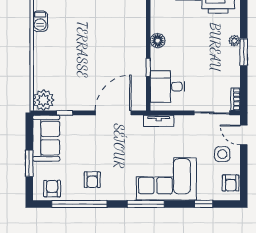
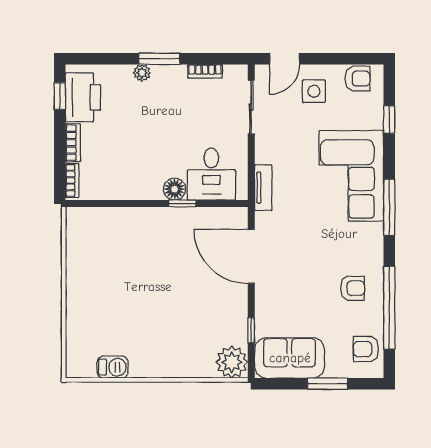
floor lamp: (158, 41) -> (175, 189), moved
bookcase: (235, 99) -> (205, 71), moved

